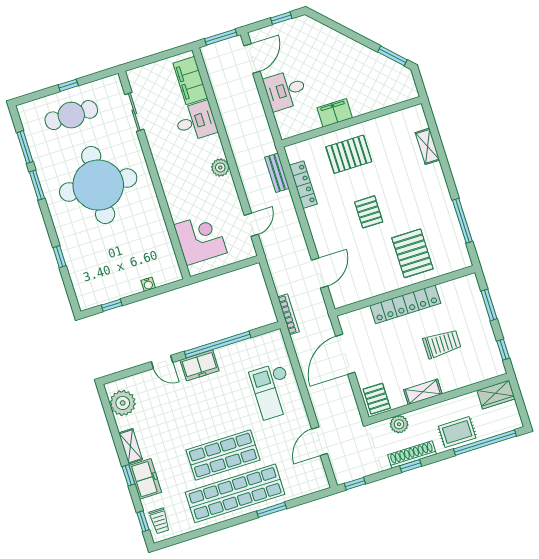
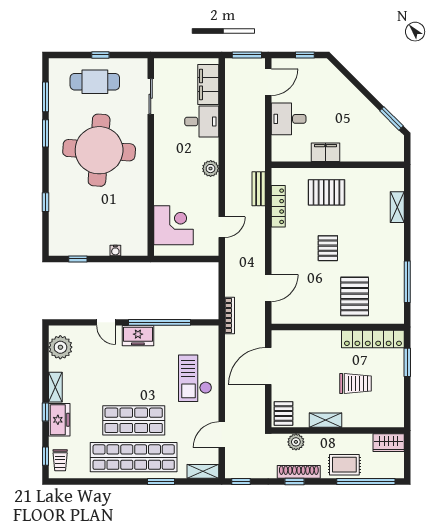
locker: (405, 304) -> (373, 339), moved
window: (503, 350) -> (407, 405), removed
shelving: (312, 485) -> (203, 471), added

